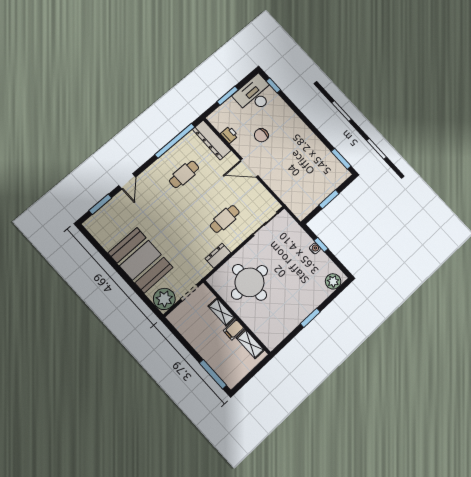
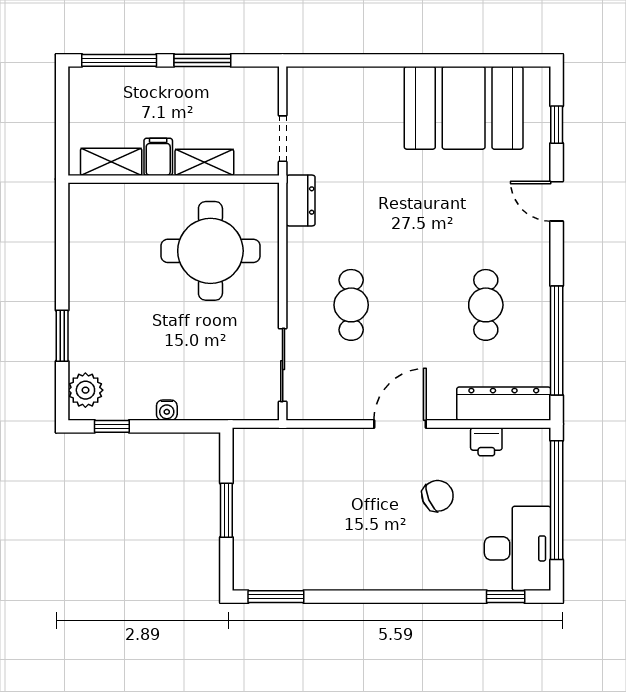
window: (228, 96) -> (557, 500), width x2.11
chair: (261, 135) -> (438, 496), turned 67
window: (100, 204) -> (557, 125), width x0.67
window: (321, 245) -> (112, 426), moved
dresser: (218, 256) -> (301, 201), moved
booth: (140, 260) -> (464, 108), moved
plant: (164, 299) -> (309, 90), removed
window: (310, 318) -> (62, 336), moved
window: (187, 345) -> (202, 60), added

